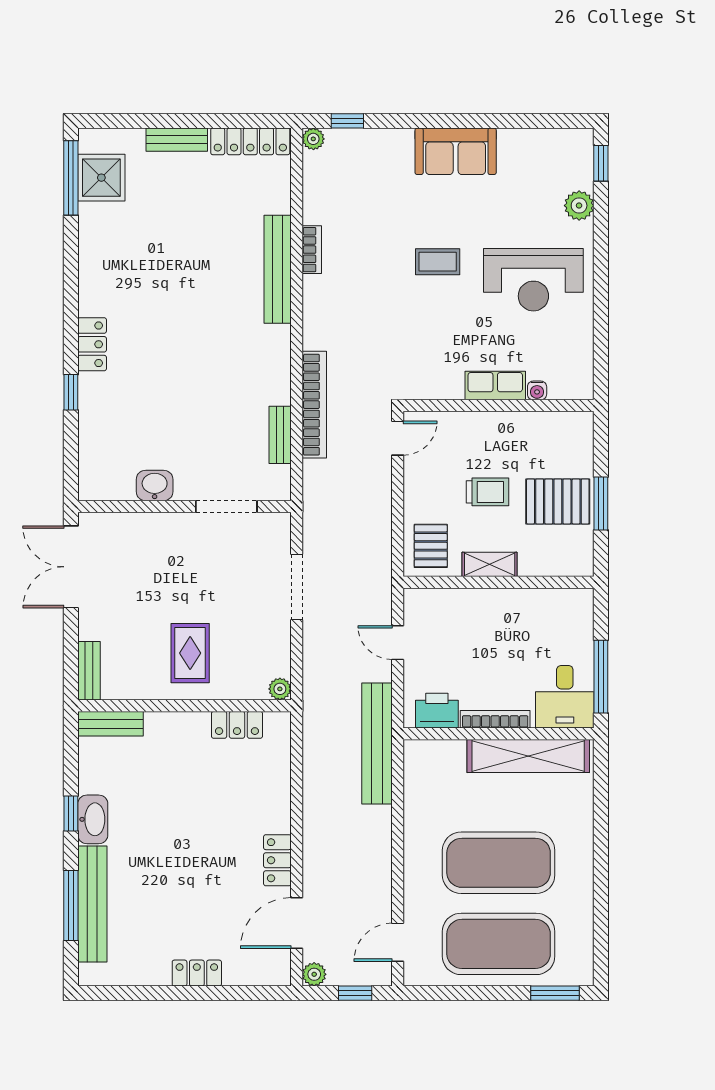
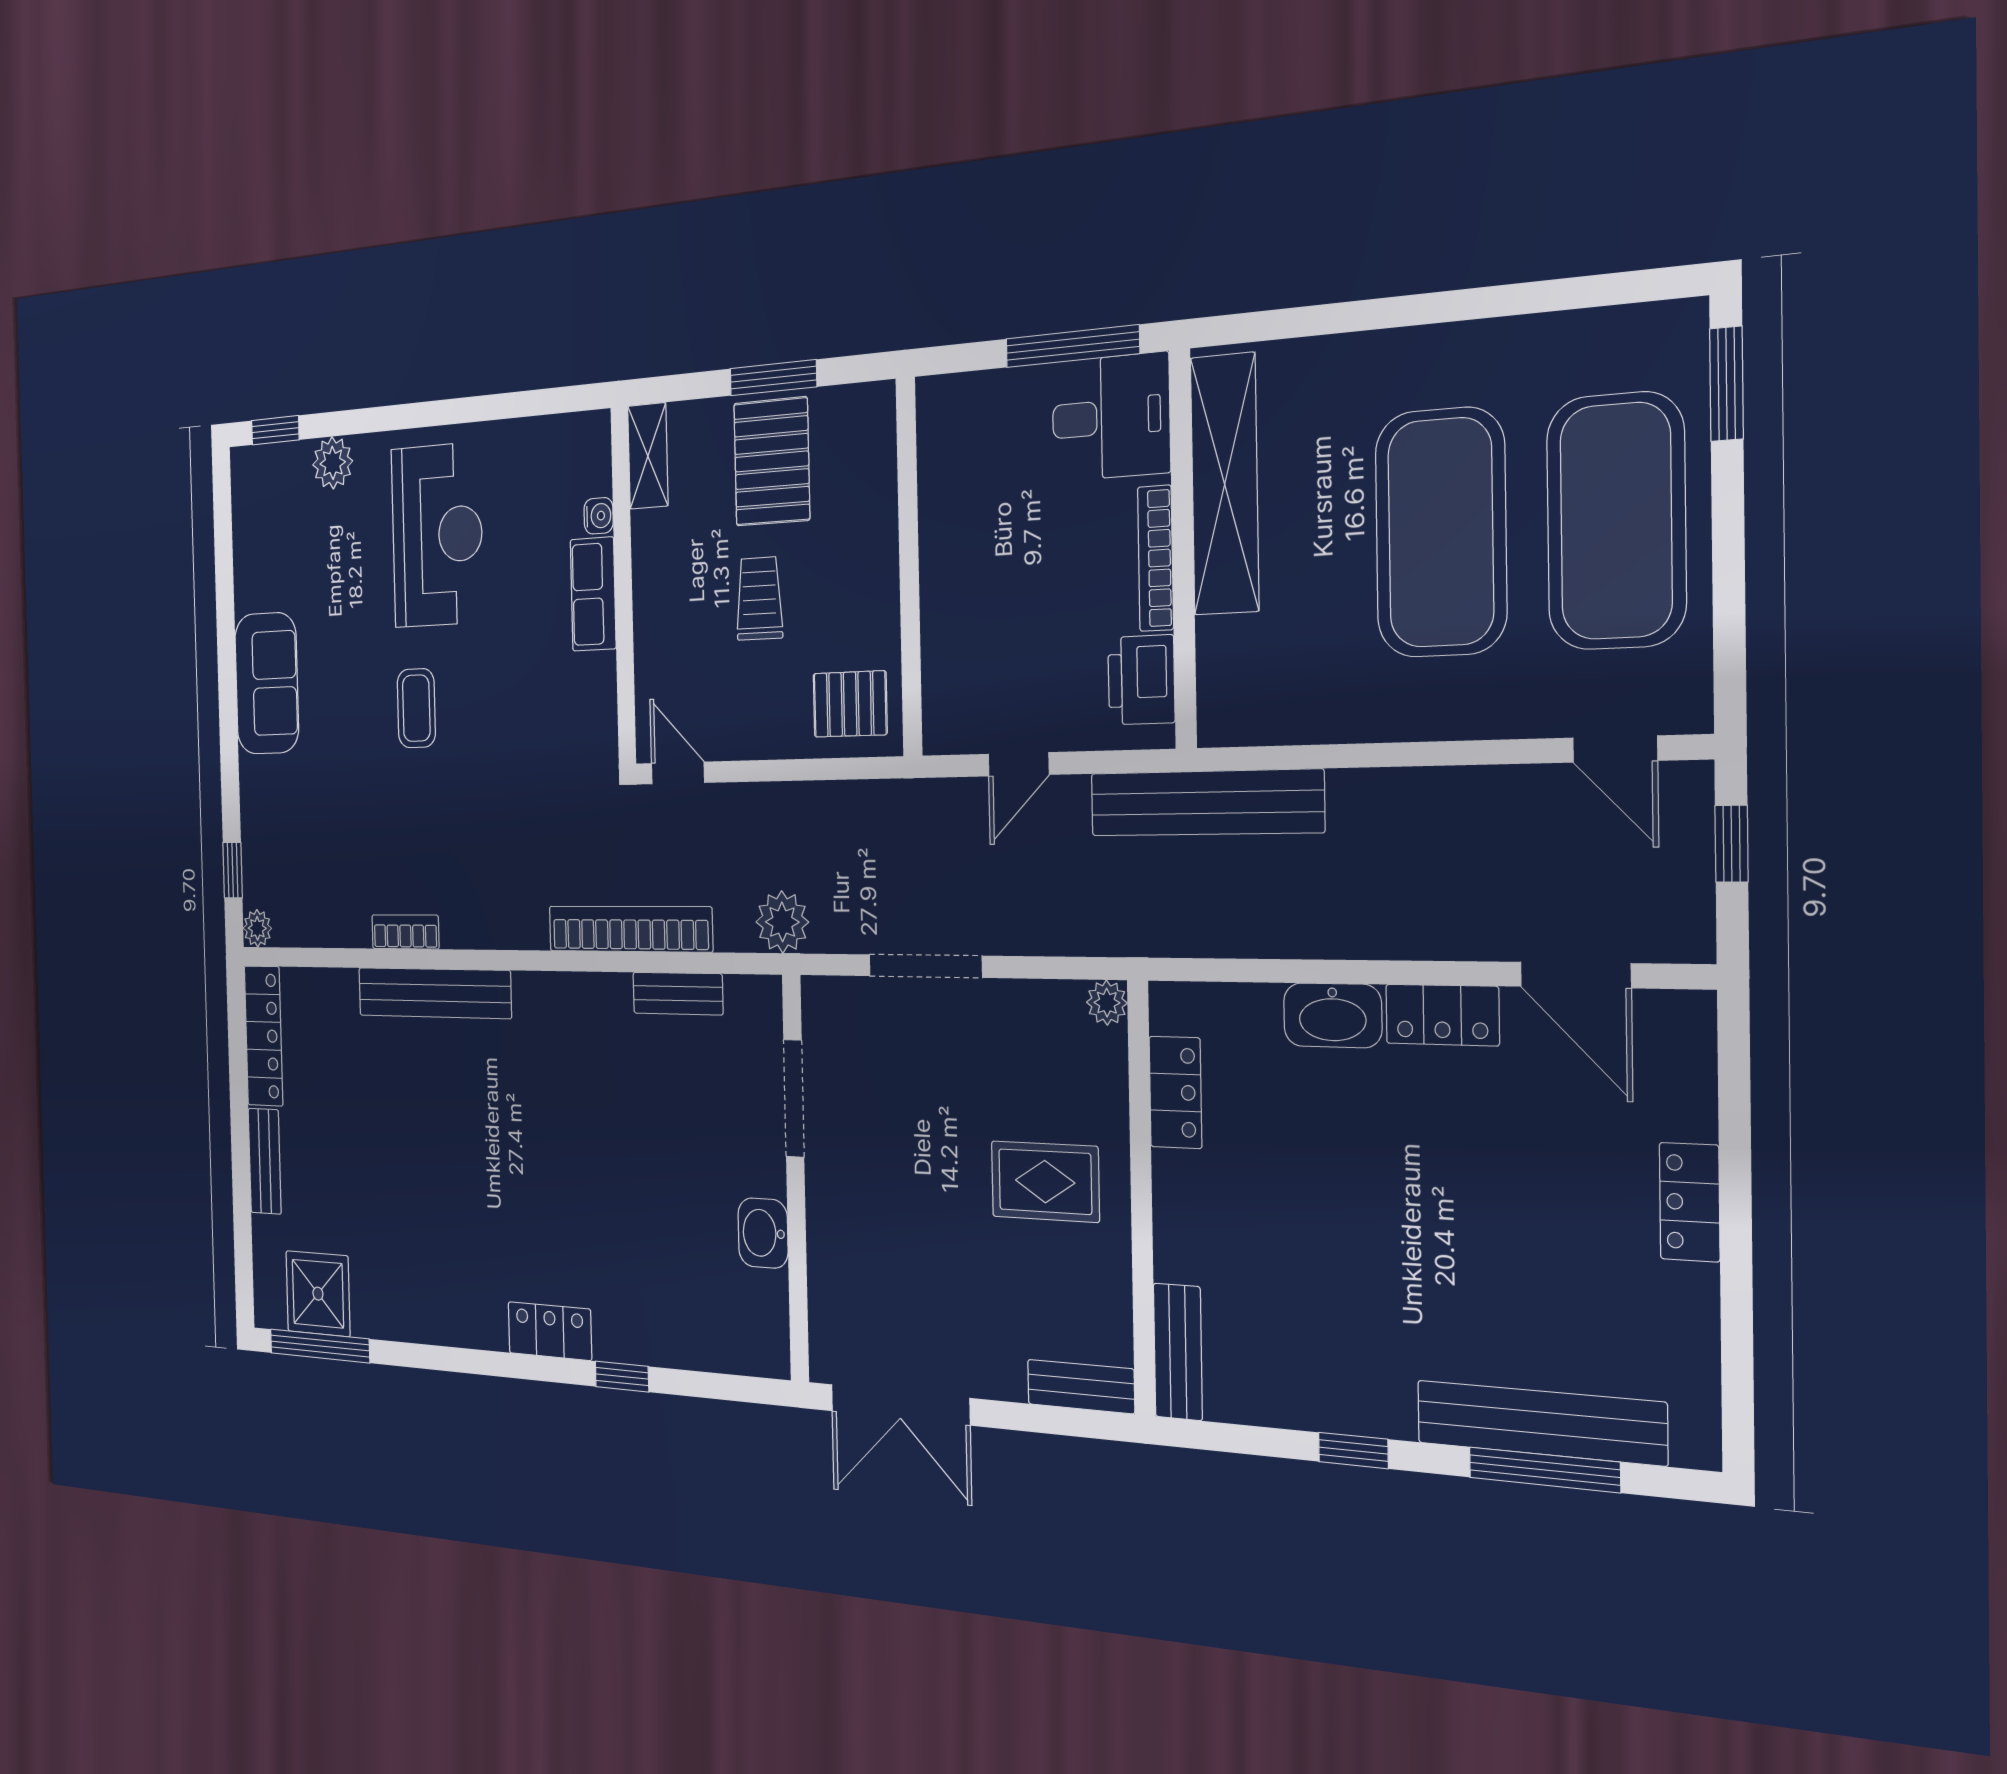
shelving: (490, 564) -> (648, 456), moved
washbasin: (93, 819) -> (1333, 1015), moved, turned 180
plant: (314, 974) -> (782, 922), moved, width x1.38, depth x1.38

